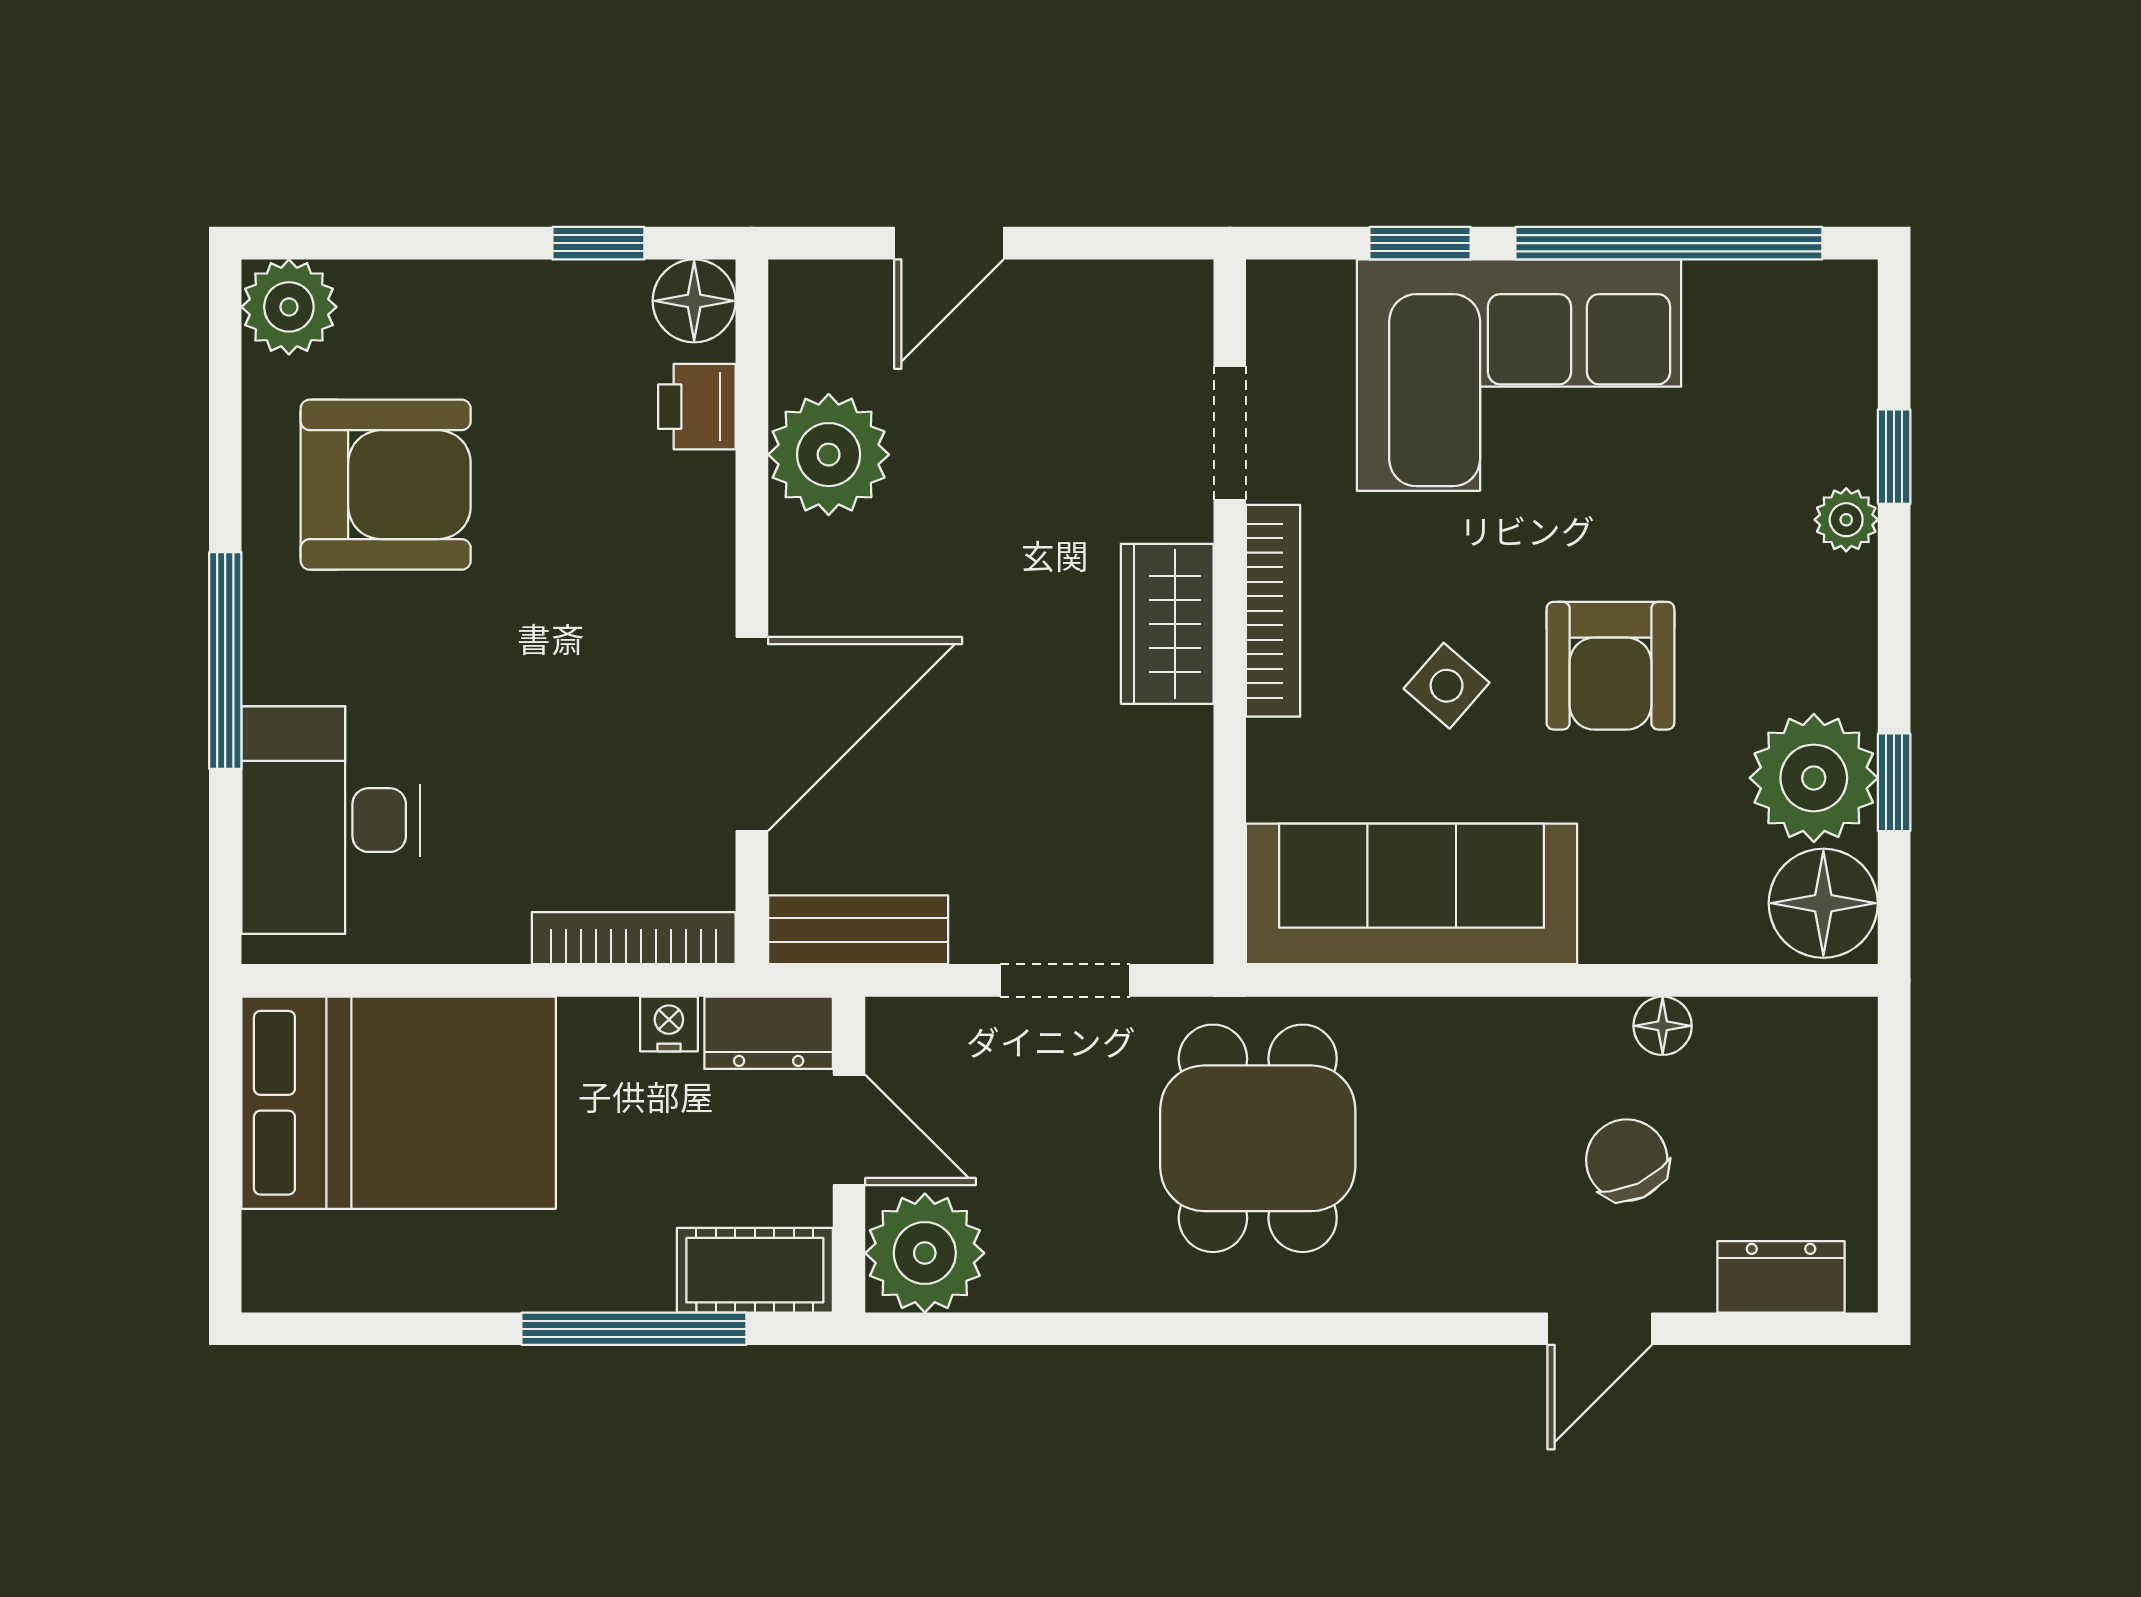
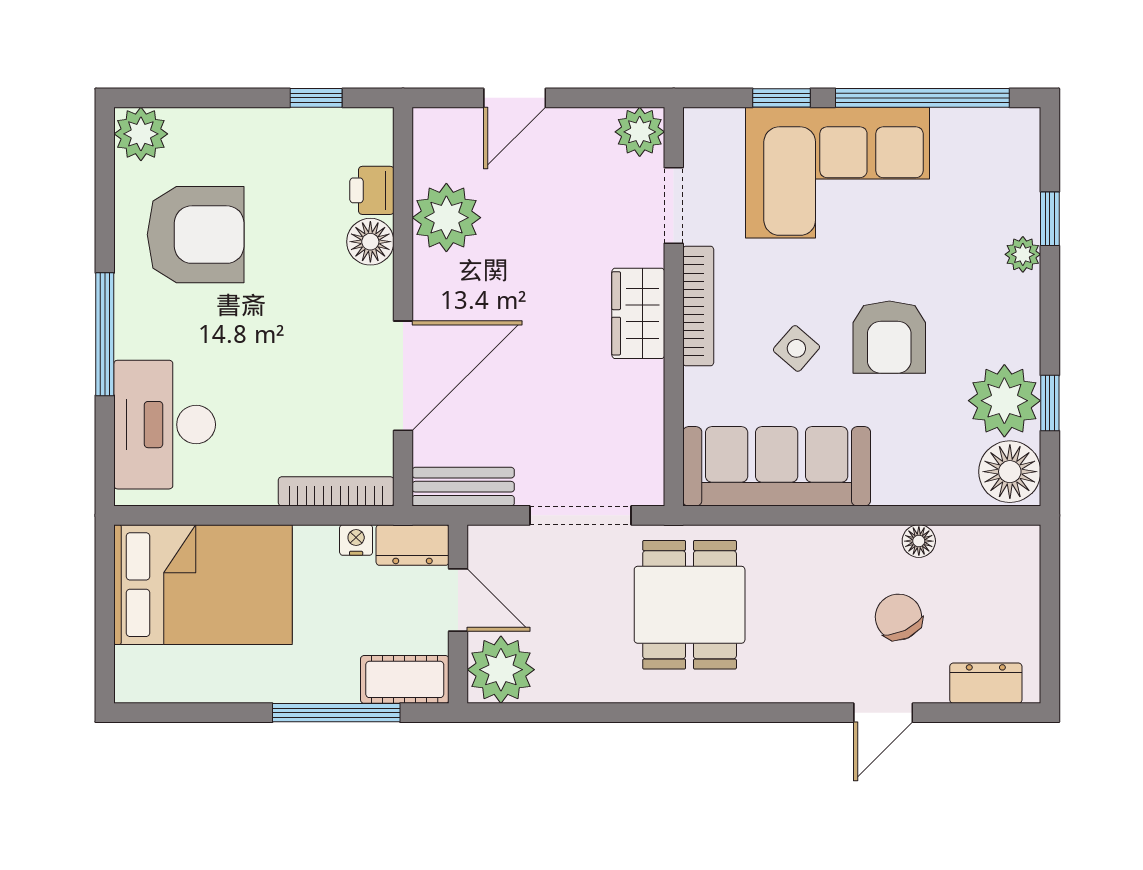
floor lamp: (694, 301) -> (370, 242), moved
plant: (1170, 303) -> (640, 132), added
doorway: (1065, 980) -> (580, 515), width x1.38

